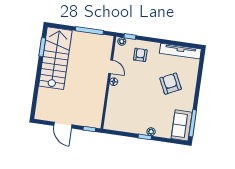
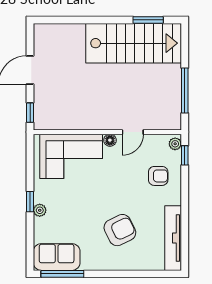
corner sofa: (120, 107) -> (71, 156), added

